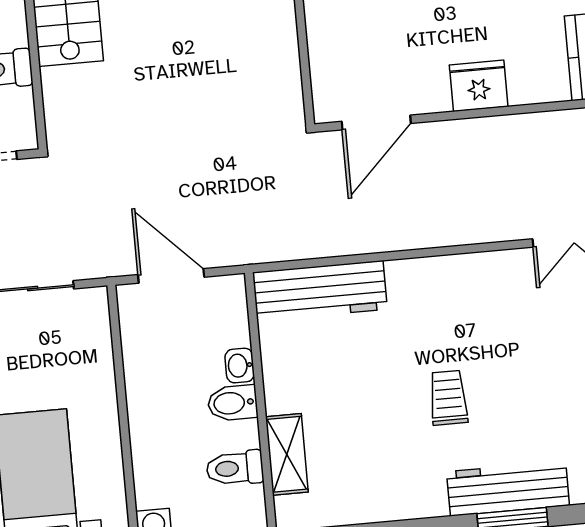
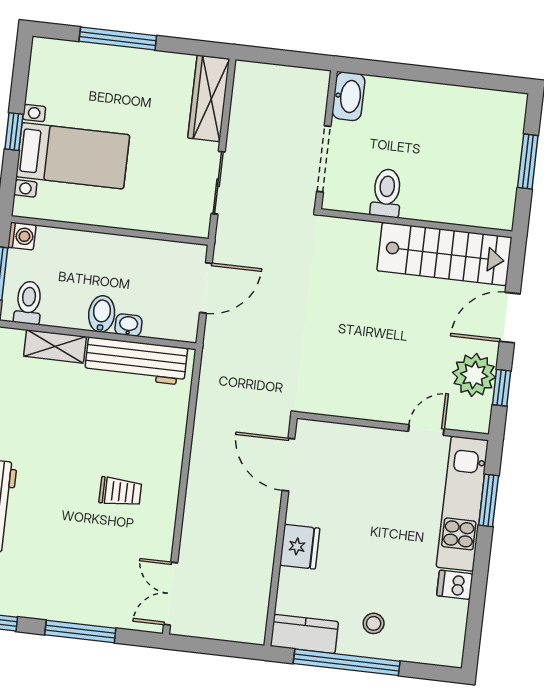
workbench: (320, 291) -> (136, 361), moved, turned -90
trolley: (448, 398) -> (120, 492), moved
toilet: (235, 468) -> (28, 303), moved

